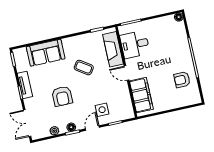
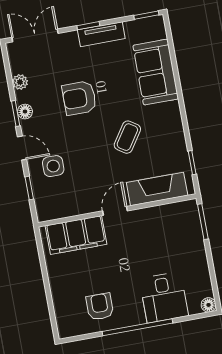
desk: (135, 44) -> (164, 297), moved, turned 180

